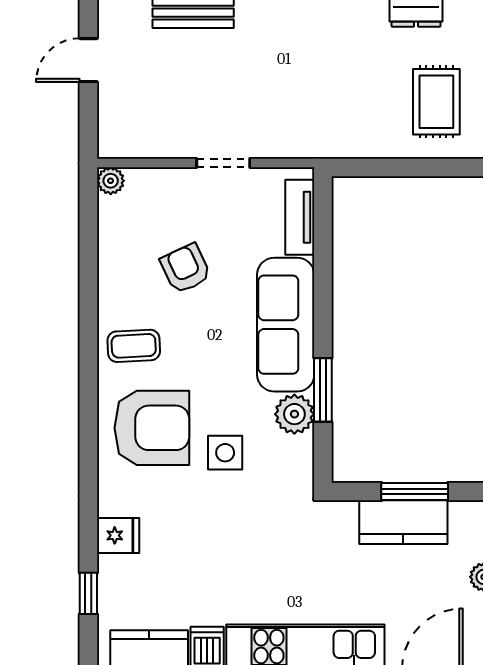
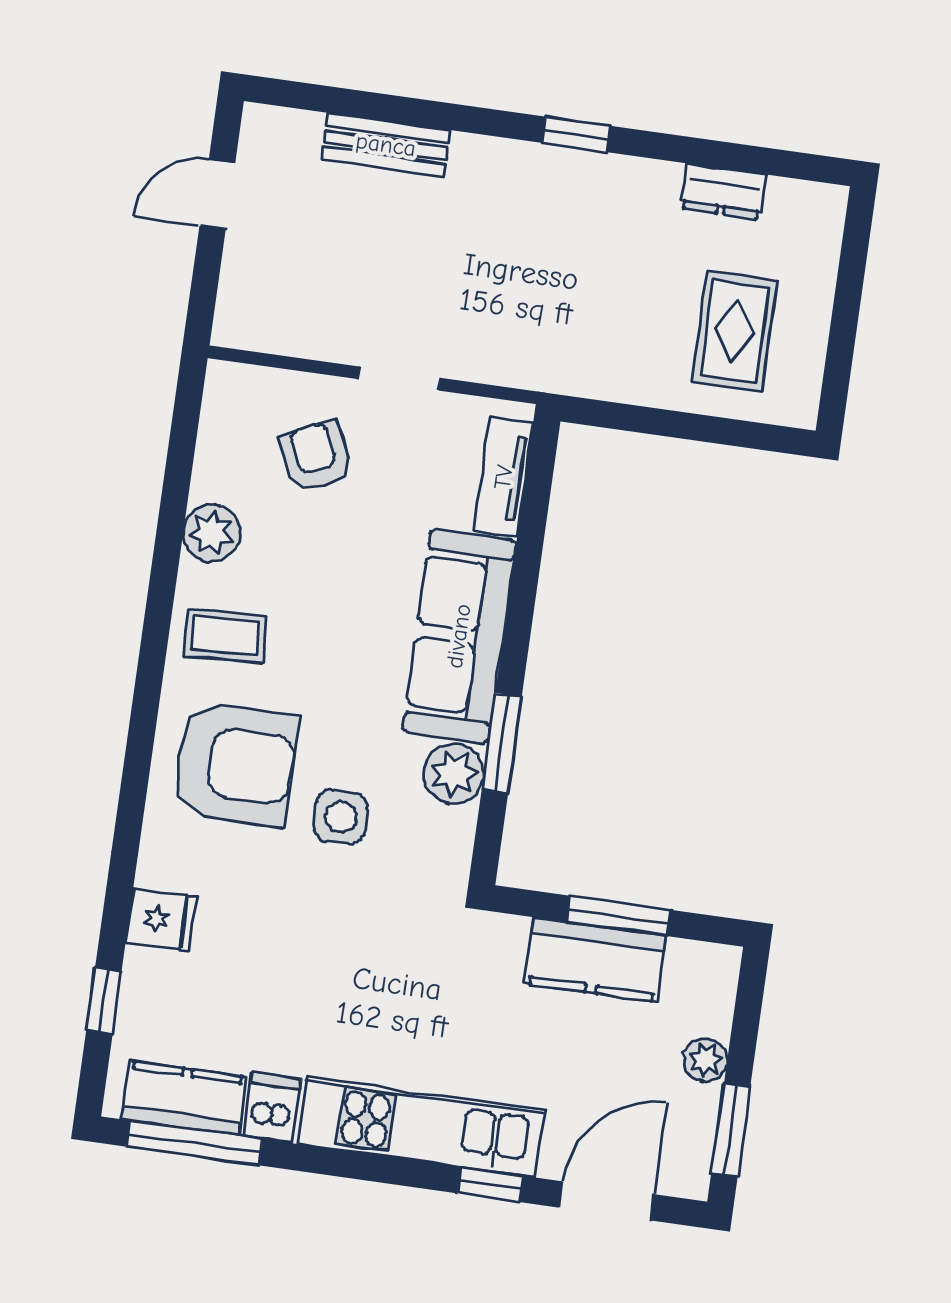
plant: (111, 181) -> (212, 533), moved, width x1.38, depth x1.38
armchair: (186, 269) -> (316, 456), moved

